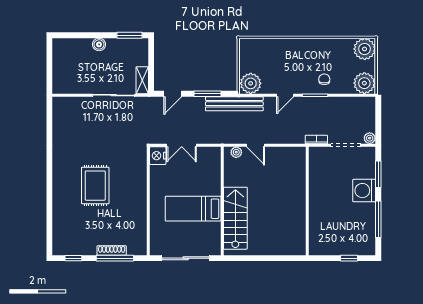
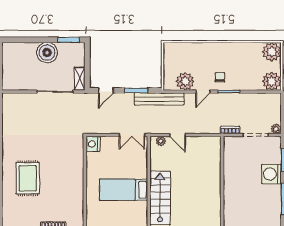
boiler: (99, 44) -> (47, 53), width x1.86, depth x1.86
chair: (324, 79) -> (220, 77), moved
plant: (251, 83) -> (185, 81), moved
double door: (182, 145) -> (132, 135), moved
rug: (95, 186) -> (28, 178), moved

